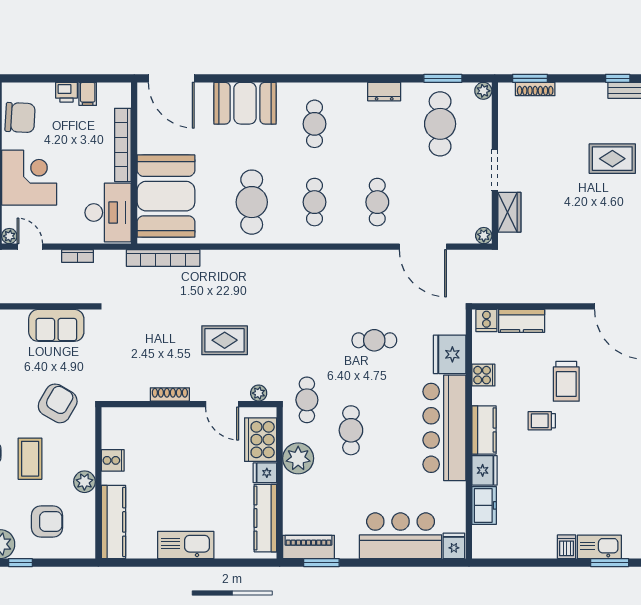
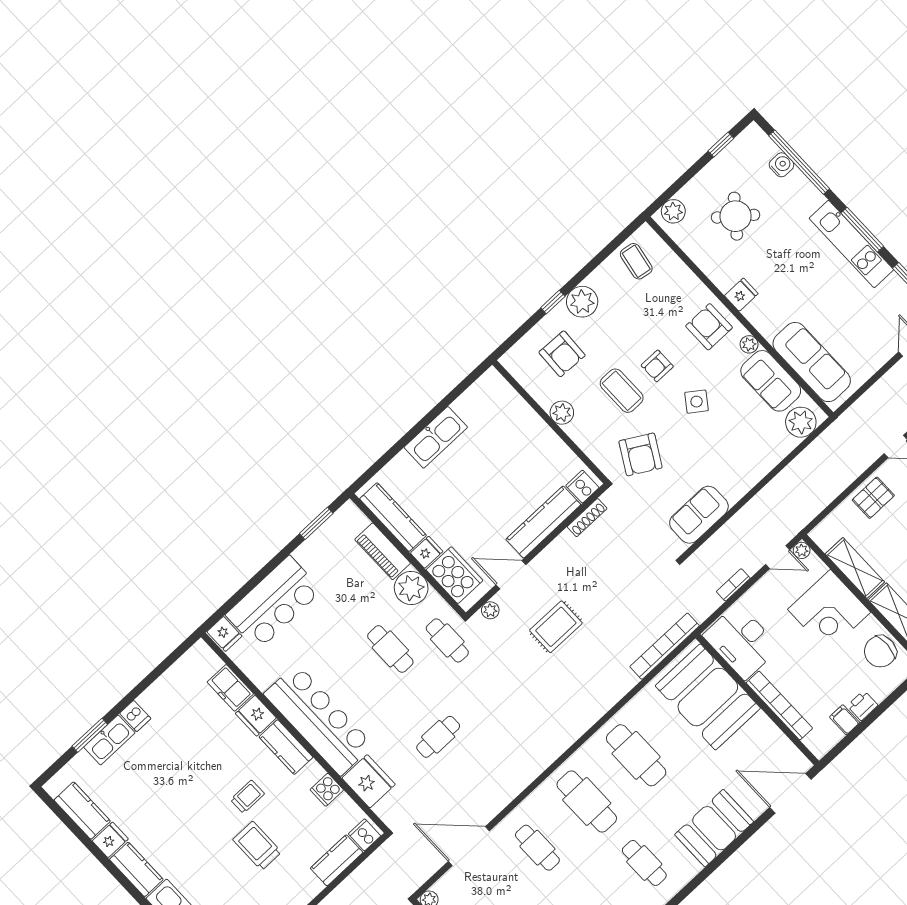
cafe table: (315, 202) -> (587, 801), width x1.37, depth x1.35
shoe rack: (170, 394) -> (587, 518), moved
cooker: (113, 460) -> (582, 487), moved, turned 90
armchair: (47, 522) -> (562, 354), turned -88
kitchen counter: (113, 522) -> (543, 522), moved, turned 90
piano: (309, 547) -> (383, 551), moved, turned 90

